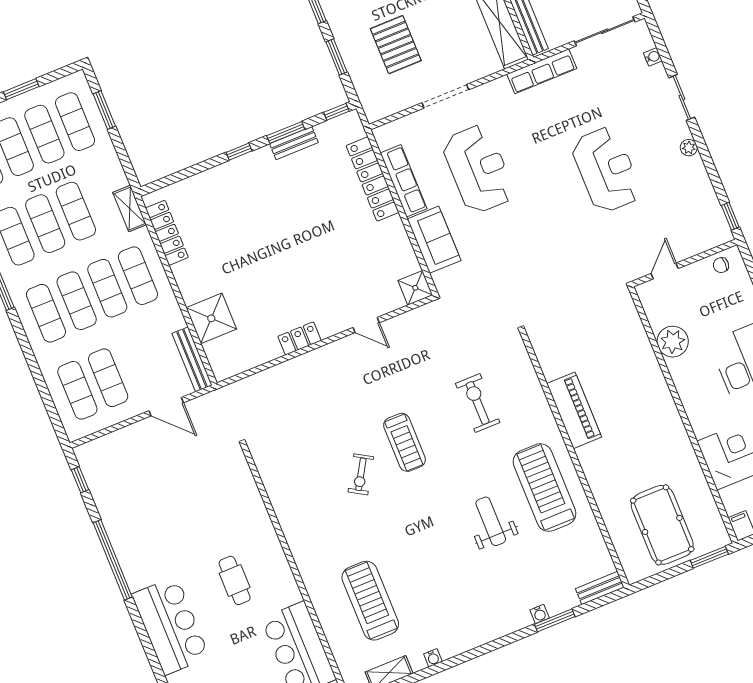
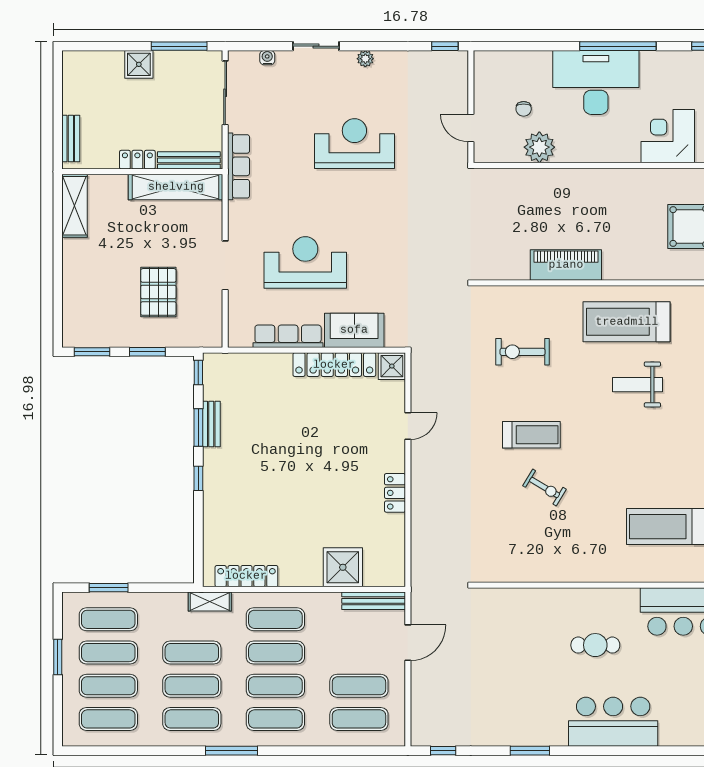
pallet: (396, 45) -> (158, 292), turned 90
locker: (372, 179) -> (334, 365), moved
chair: (721, 265) -> (524, 109), moved
window: (113, 560) -> (530, 751), width x0.47

